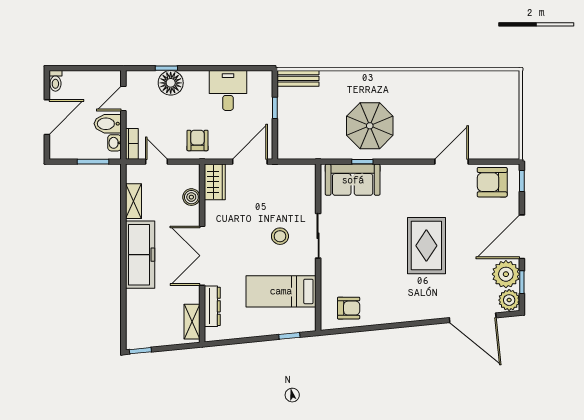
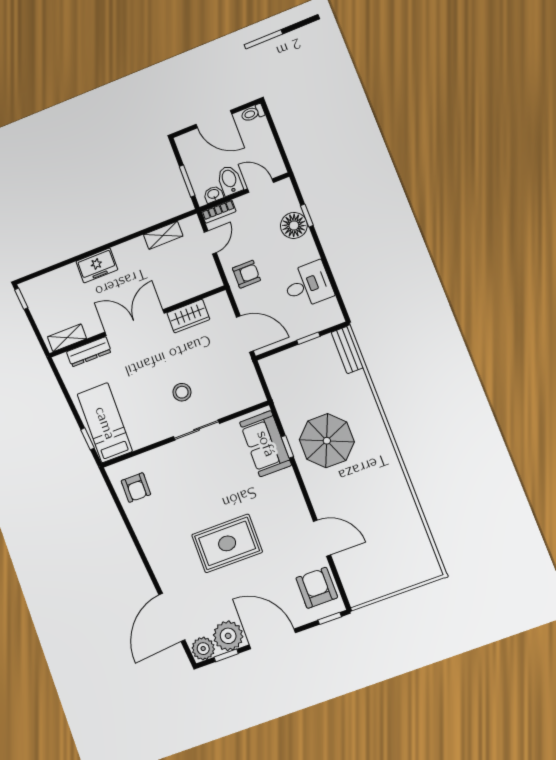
wardrobe: (215, 182) -> (188, 316), moved
boiler: (191, 197) -> (188, 290), removed
freezer: (140, 255) -> (97, 265), width x0.52, depth x0.79
bed: (281, 291) -> (105, 423), moved

